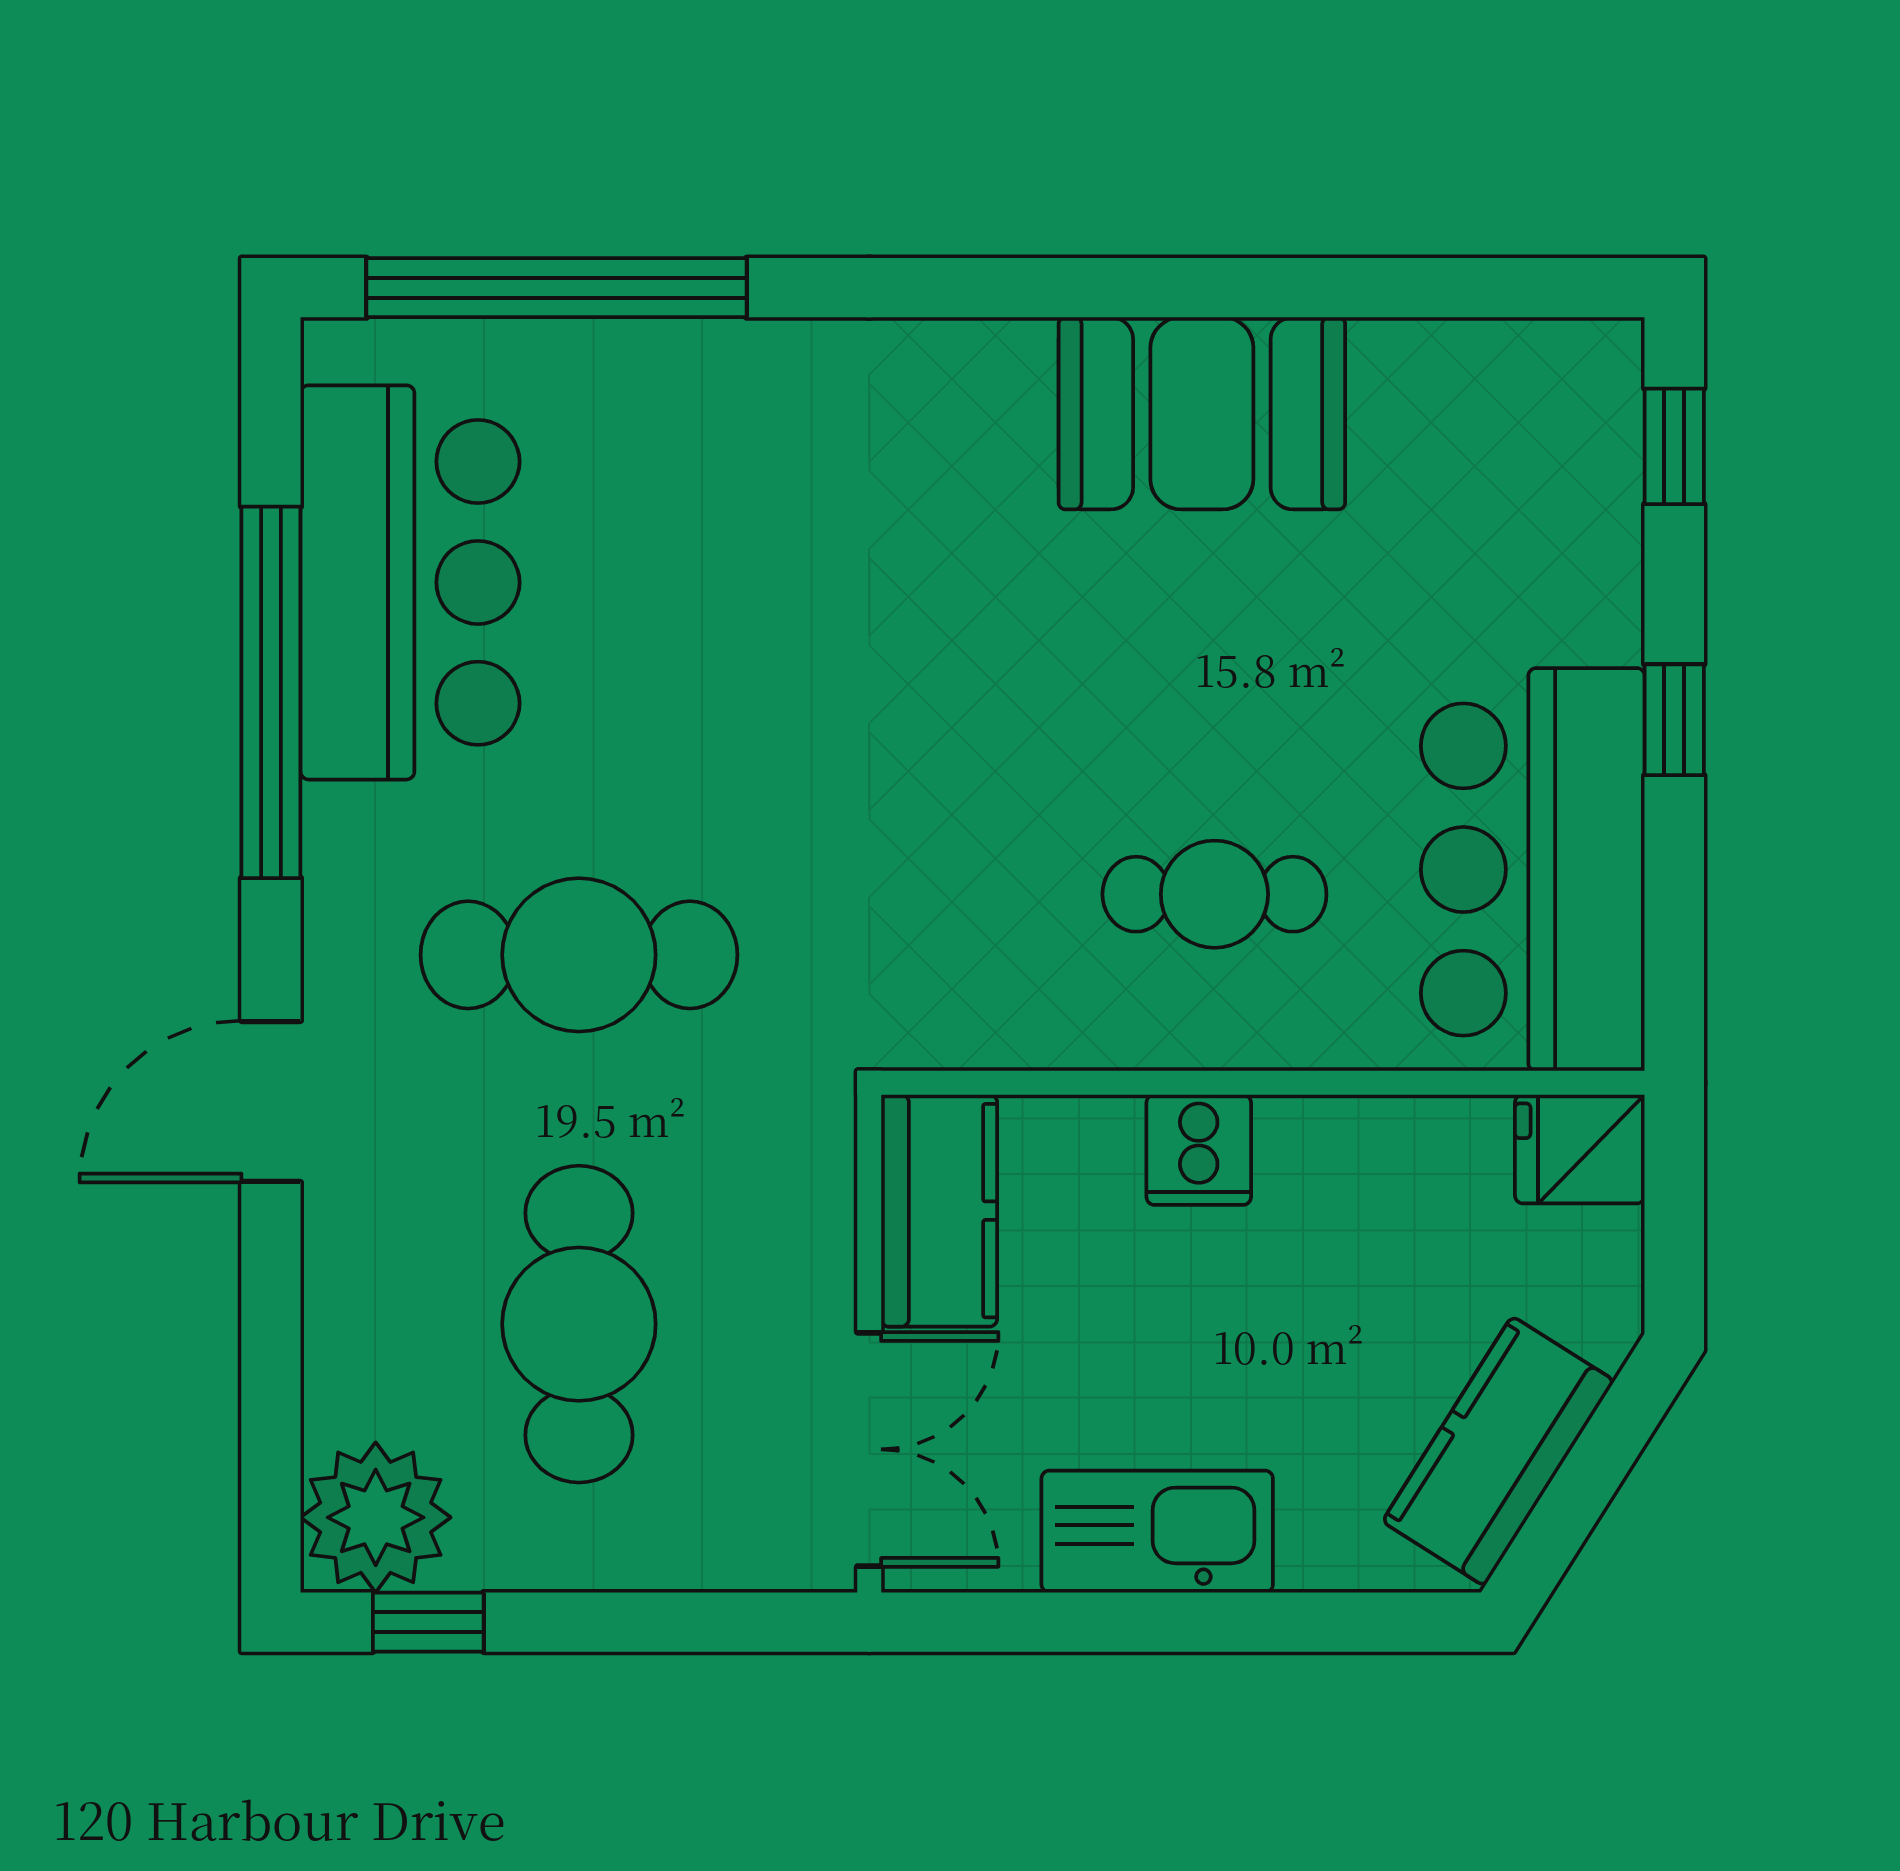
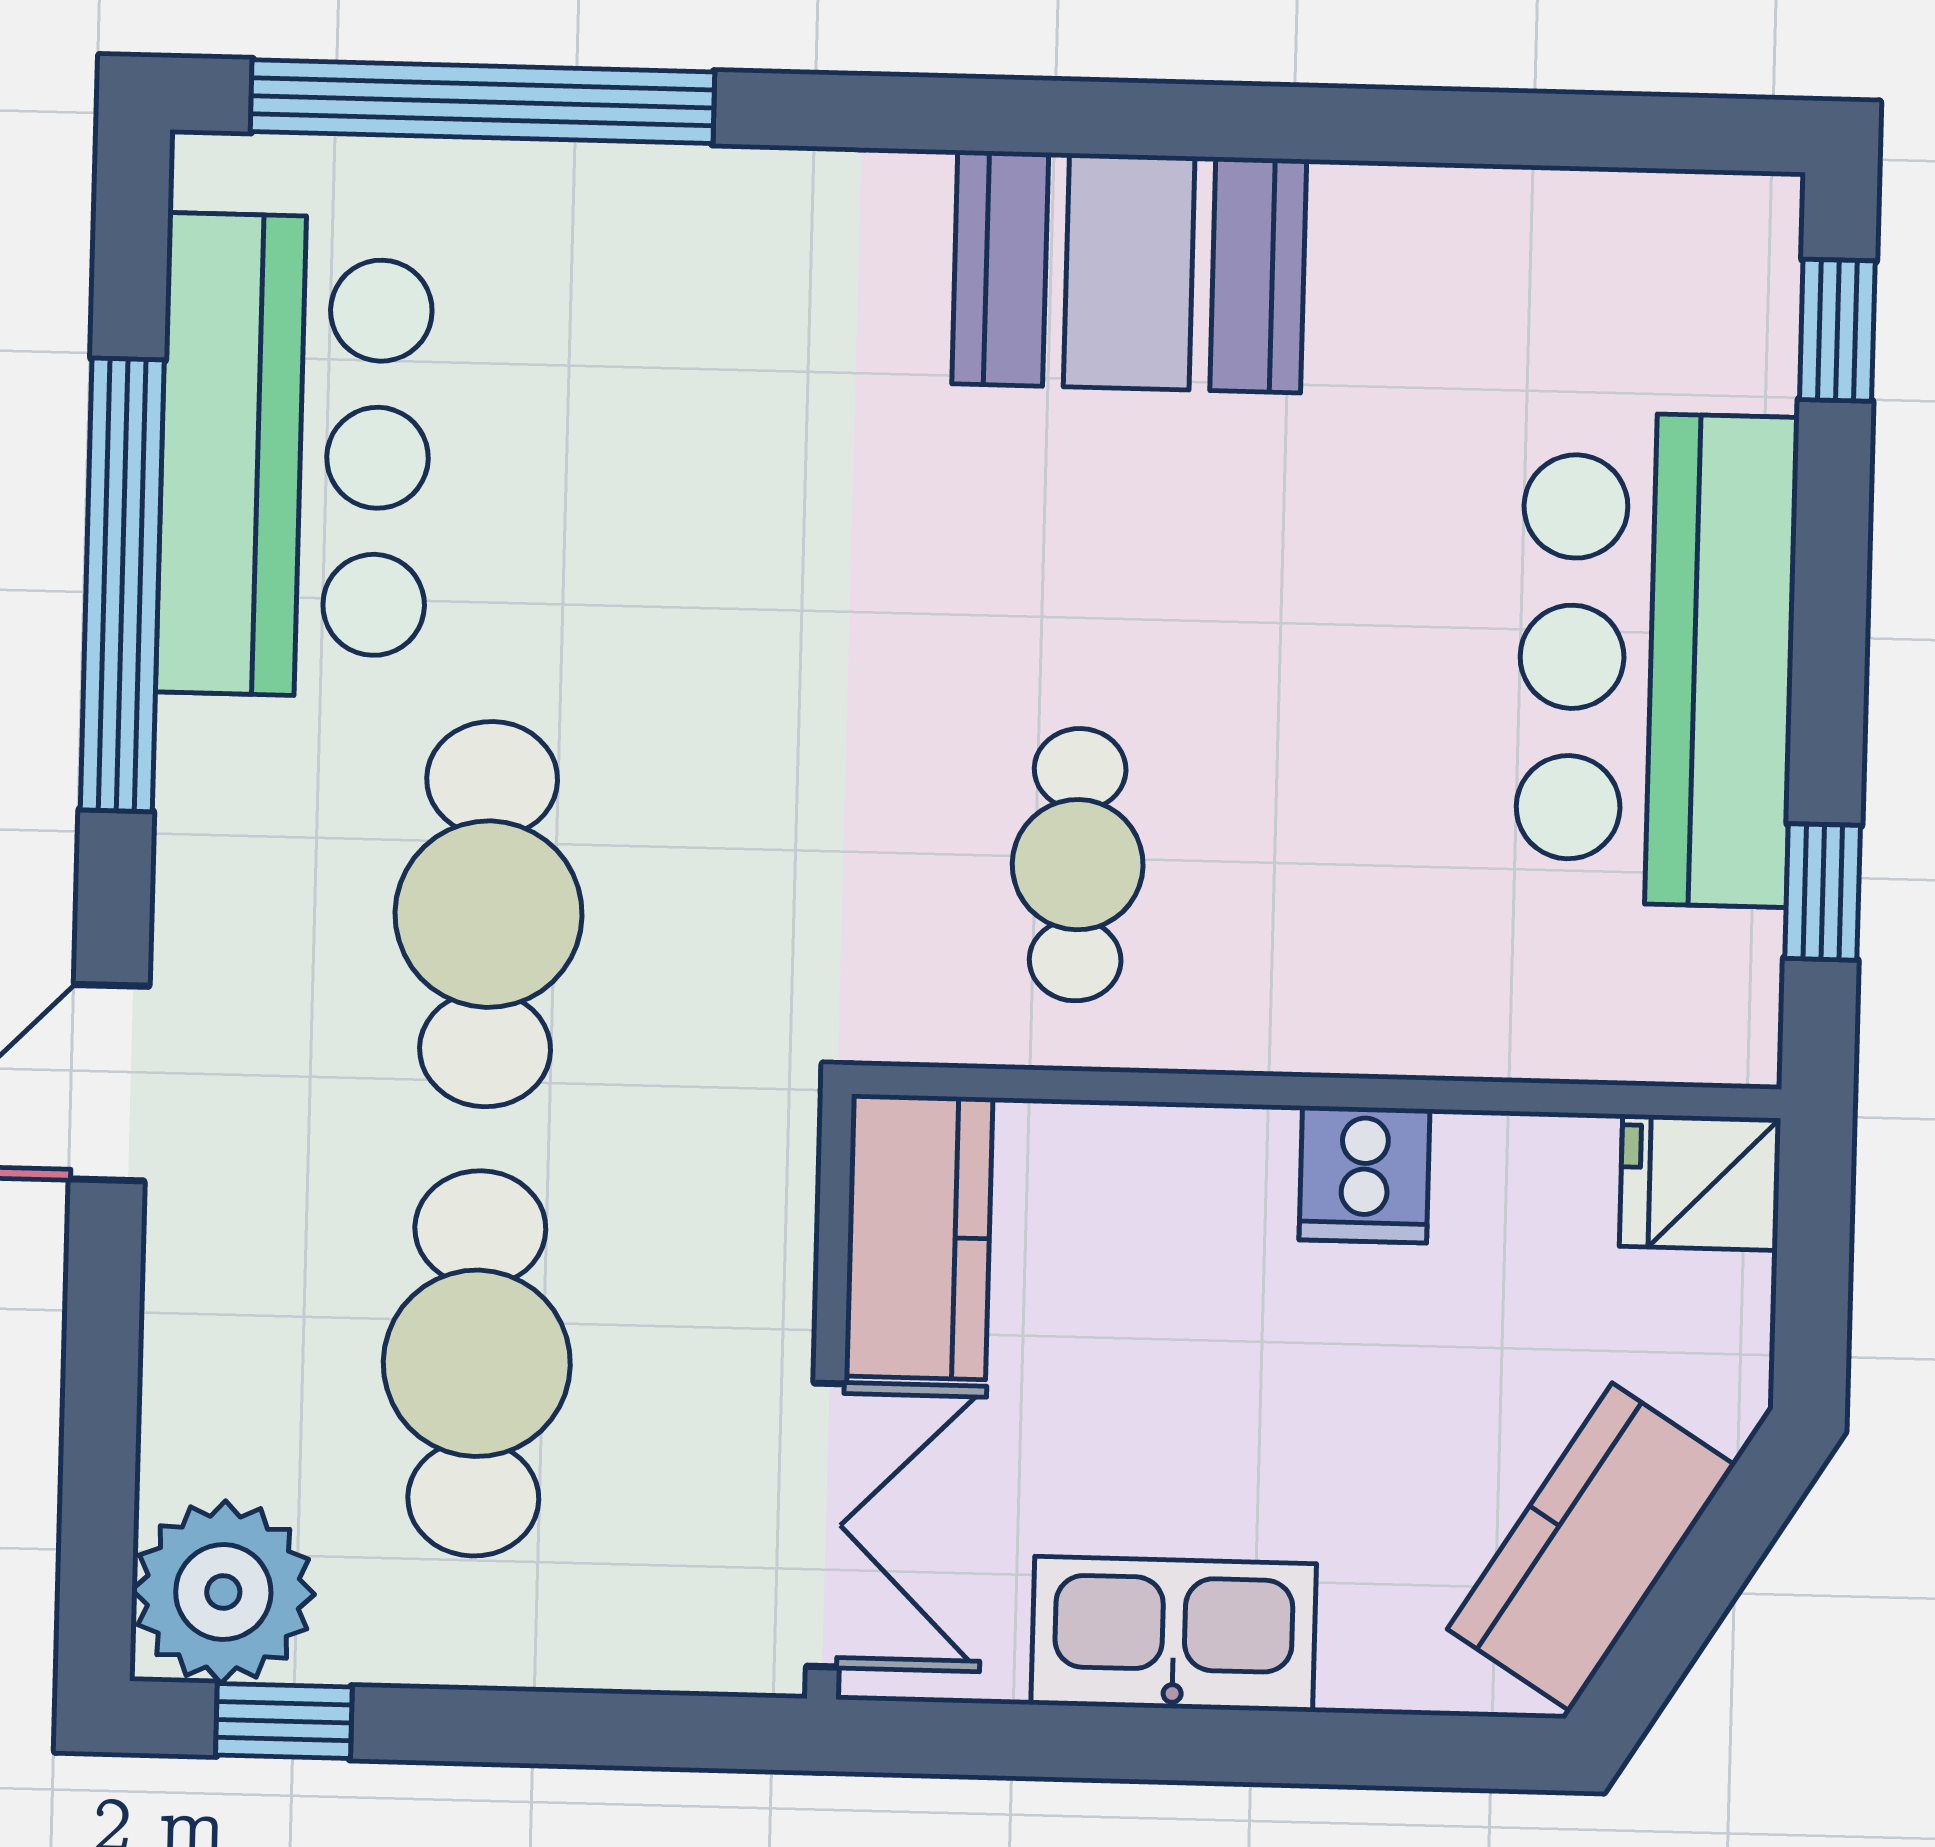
booth: (1202, 413) -> (1129, 272), moved
window: (1674, 720) -> (1823, 892), moved
bar counter: (1533, 870) -> (1656, 659), moved
cafe table: (1214, 894) -> (1078, 865), moved, turned 90
cafe table: (579, 955) -> (489, 914), turned 90
cooker: (1199, 1150) -> (1365, 1174), moved

